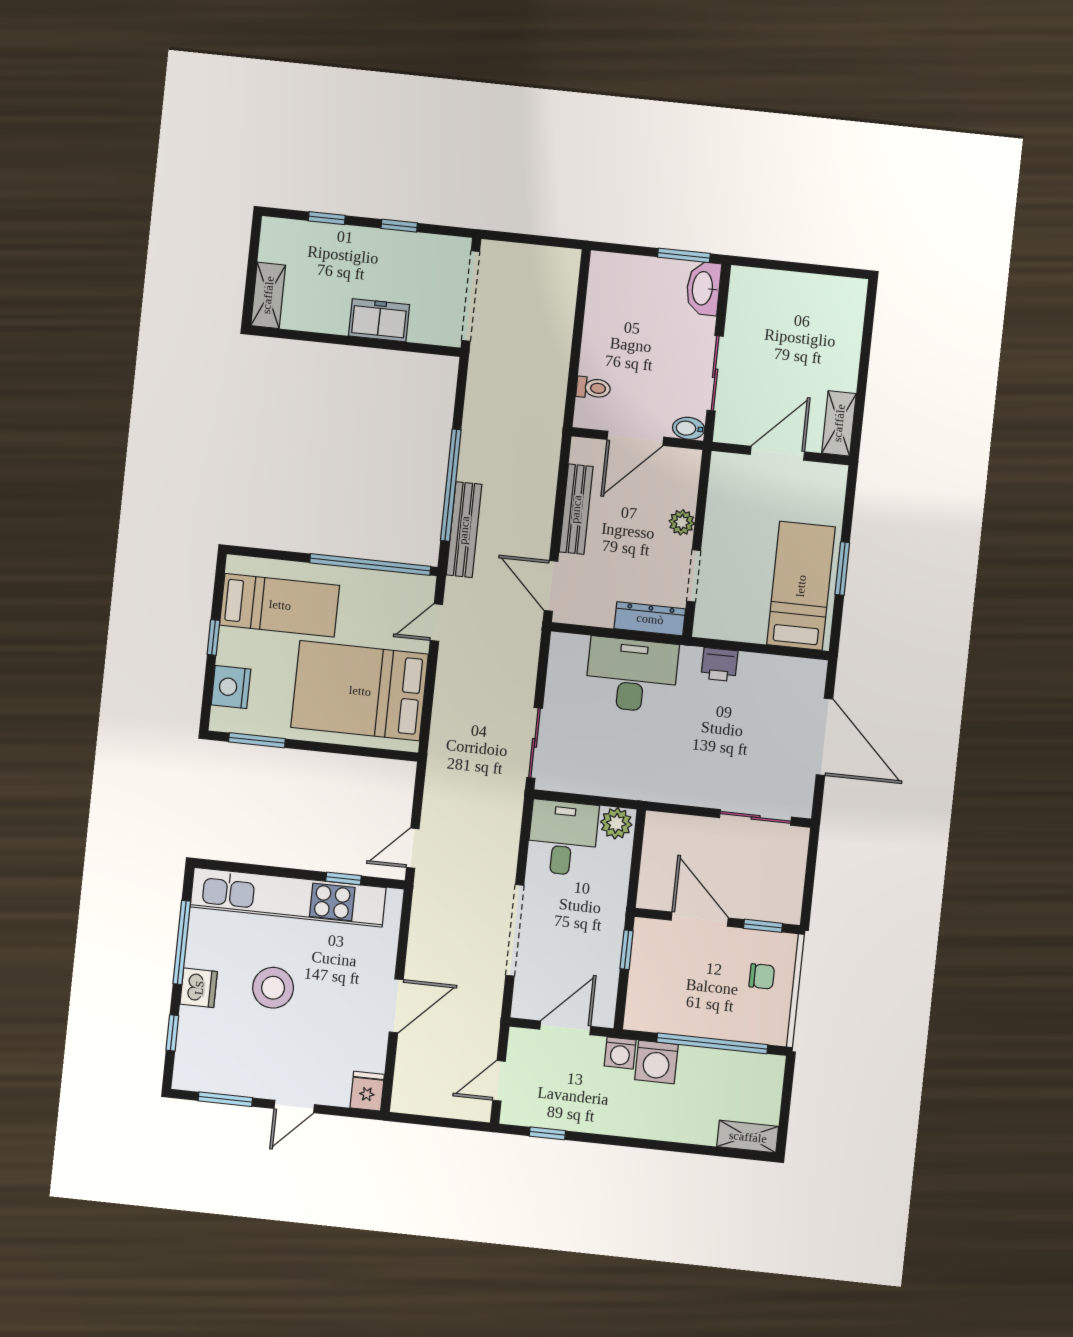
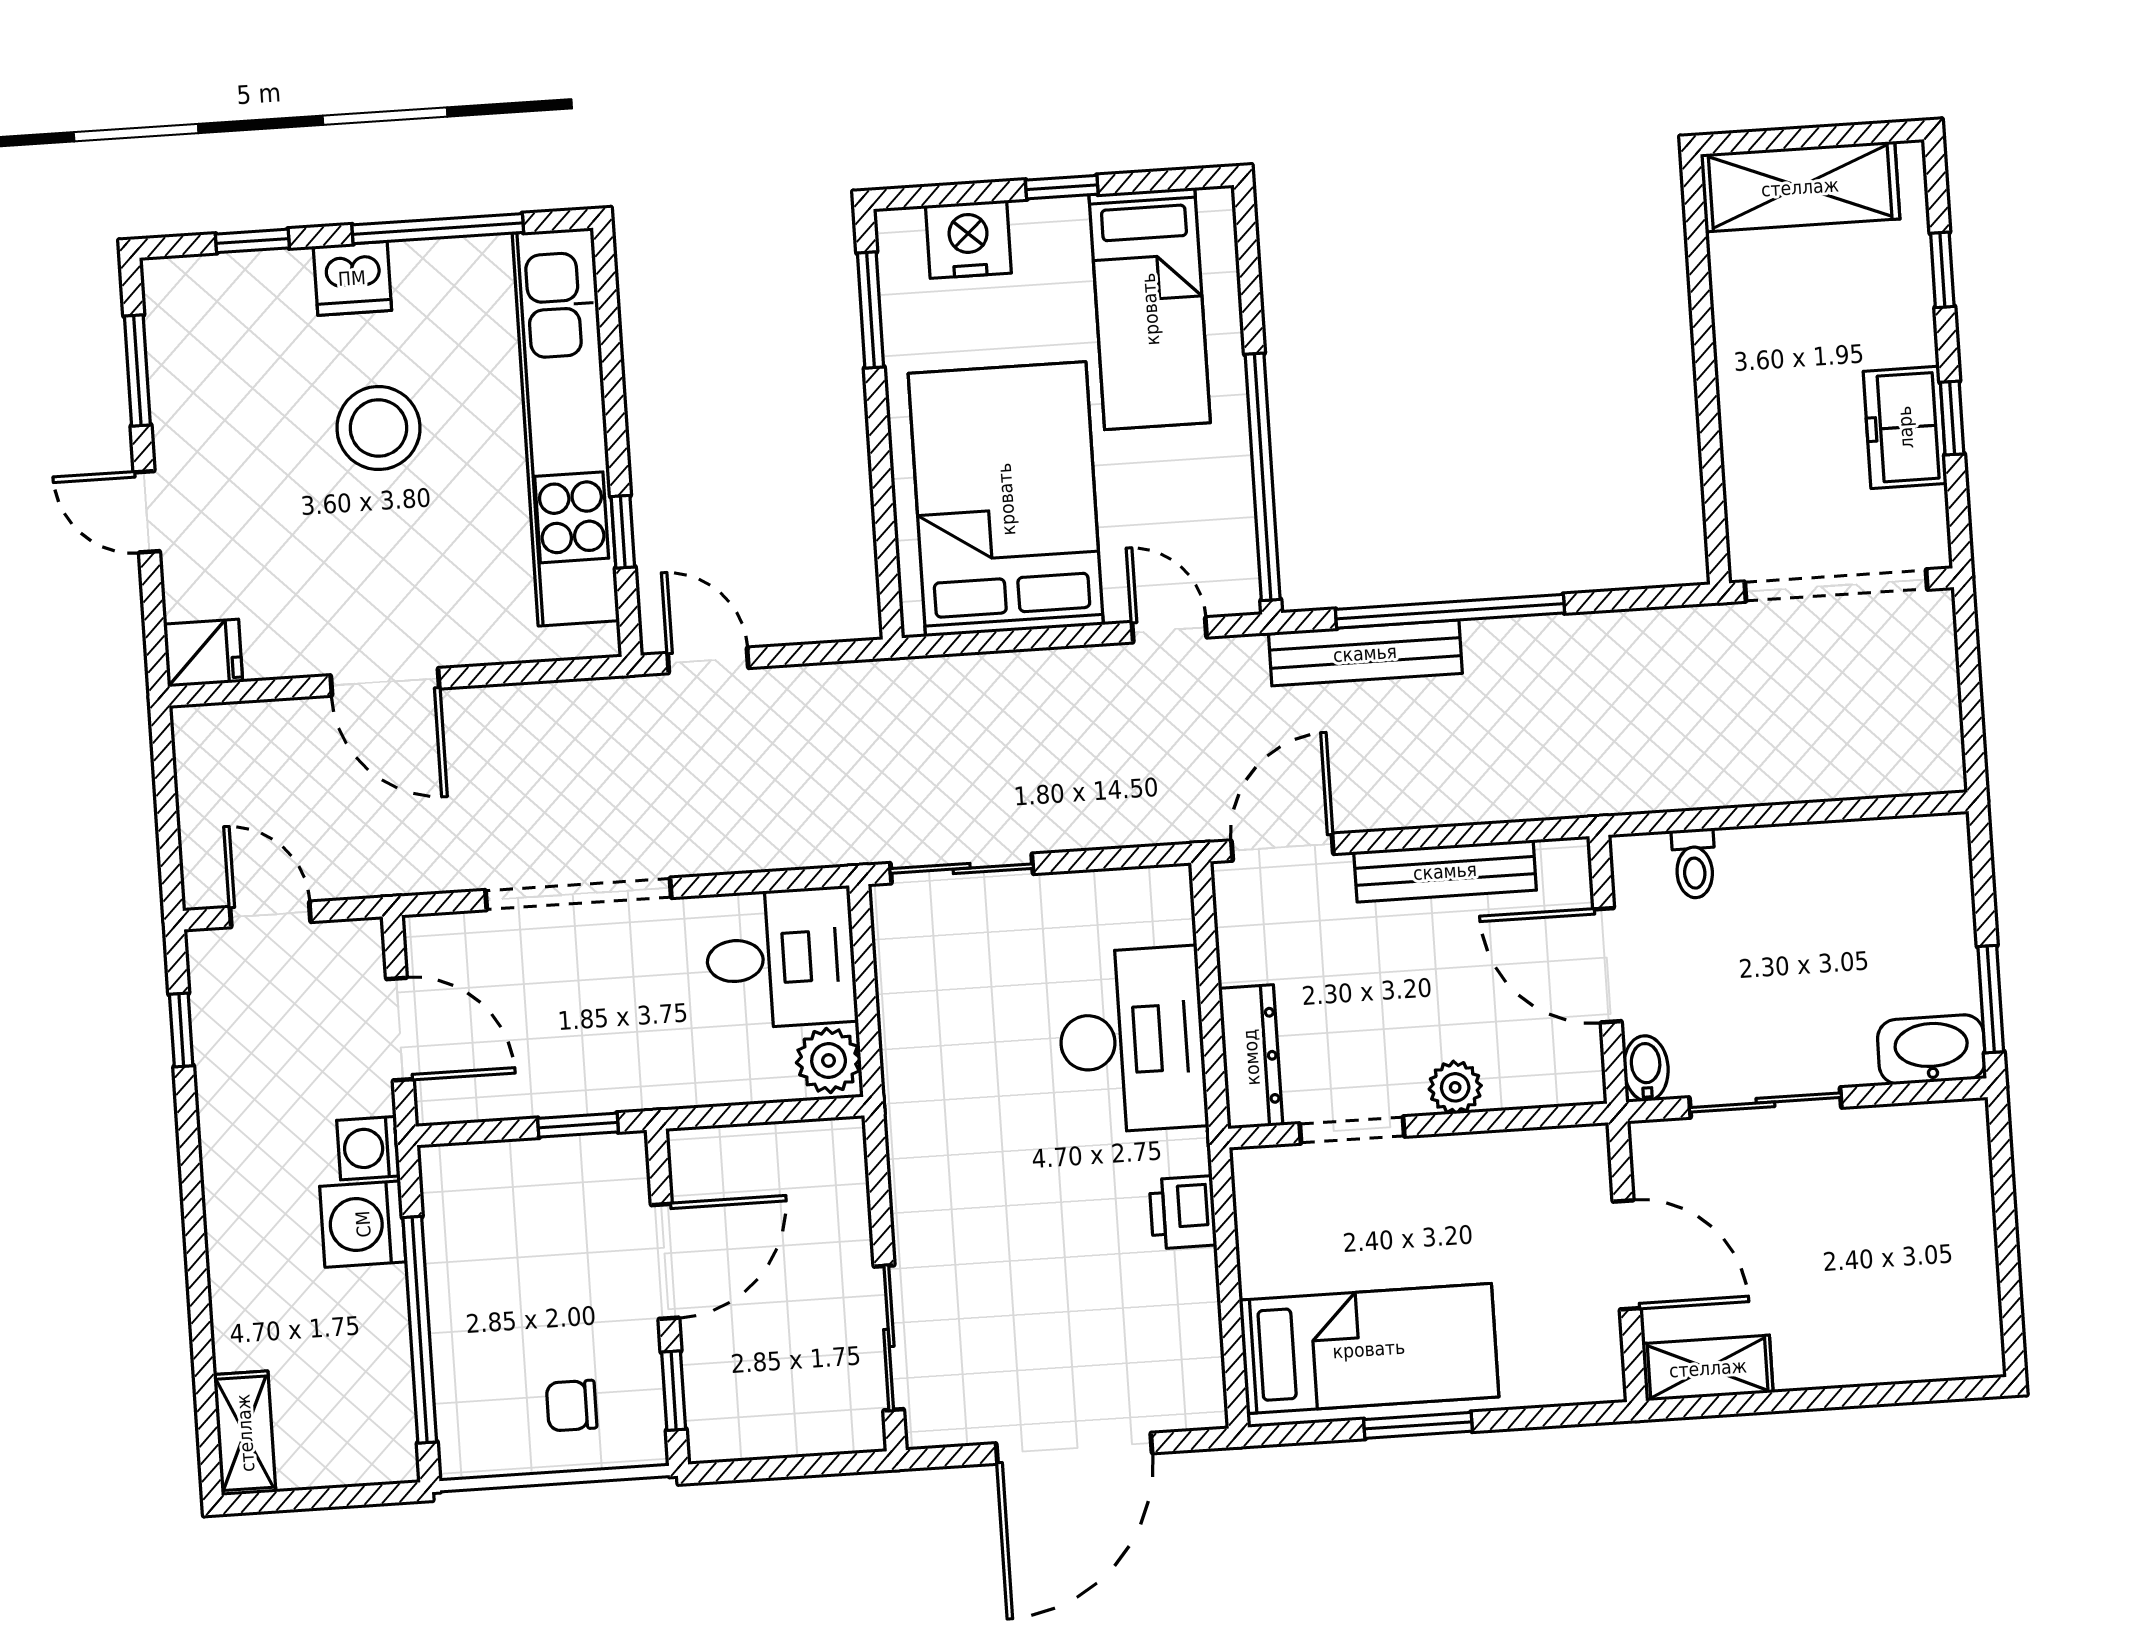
shelving: (268, 295) -> (1800, 187), width x1.50, depth x1.33
freezer: (379, 320) -> (1905, 427), moved, turned 180
chair: (762, 976) -> (572, 1406), turned 90

